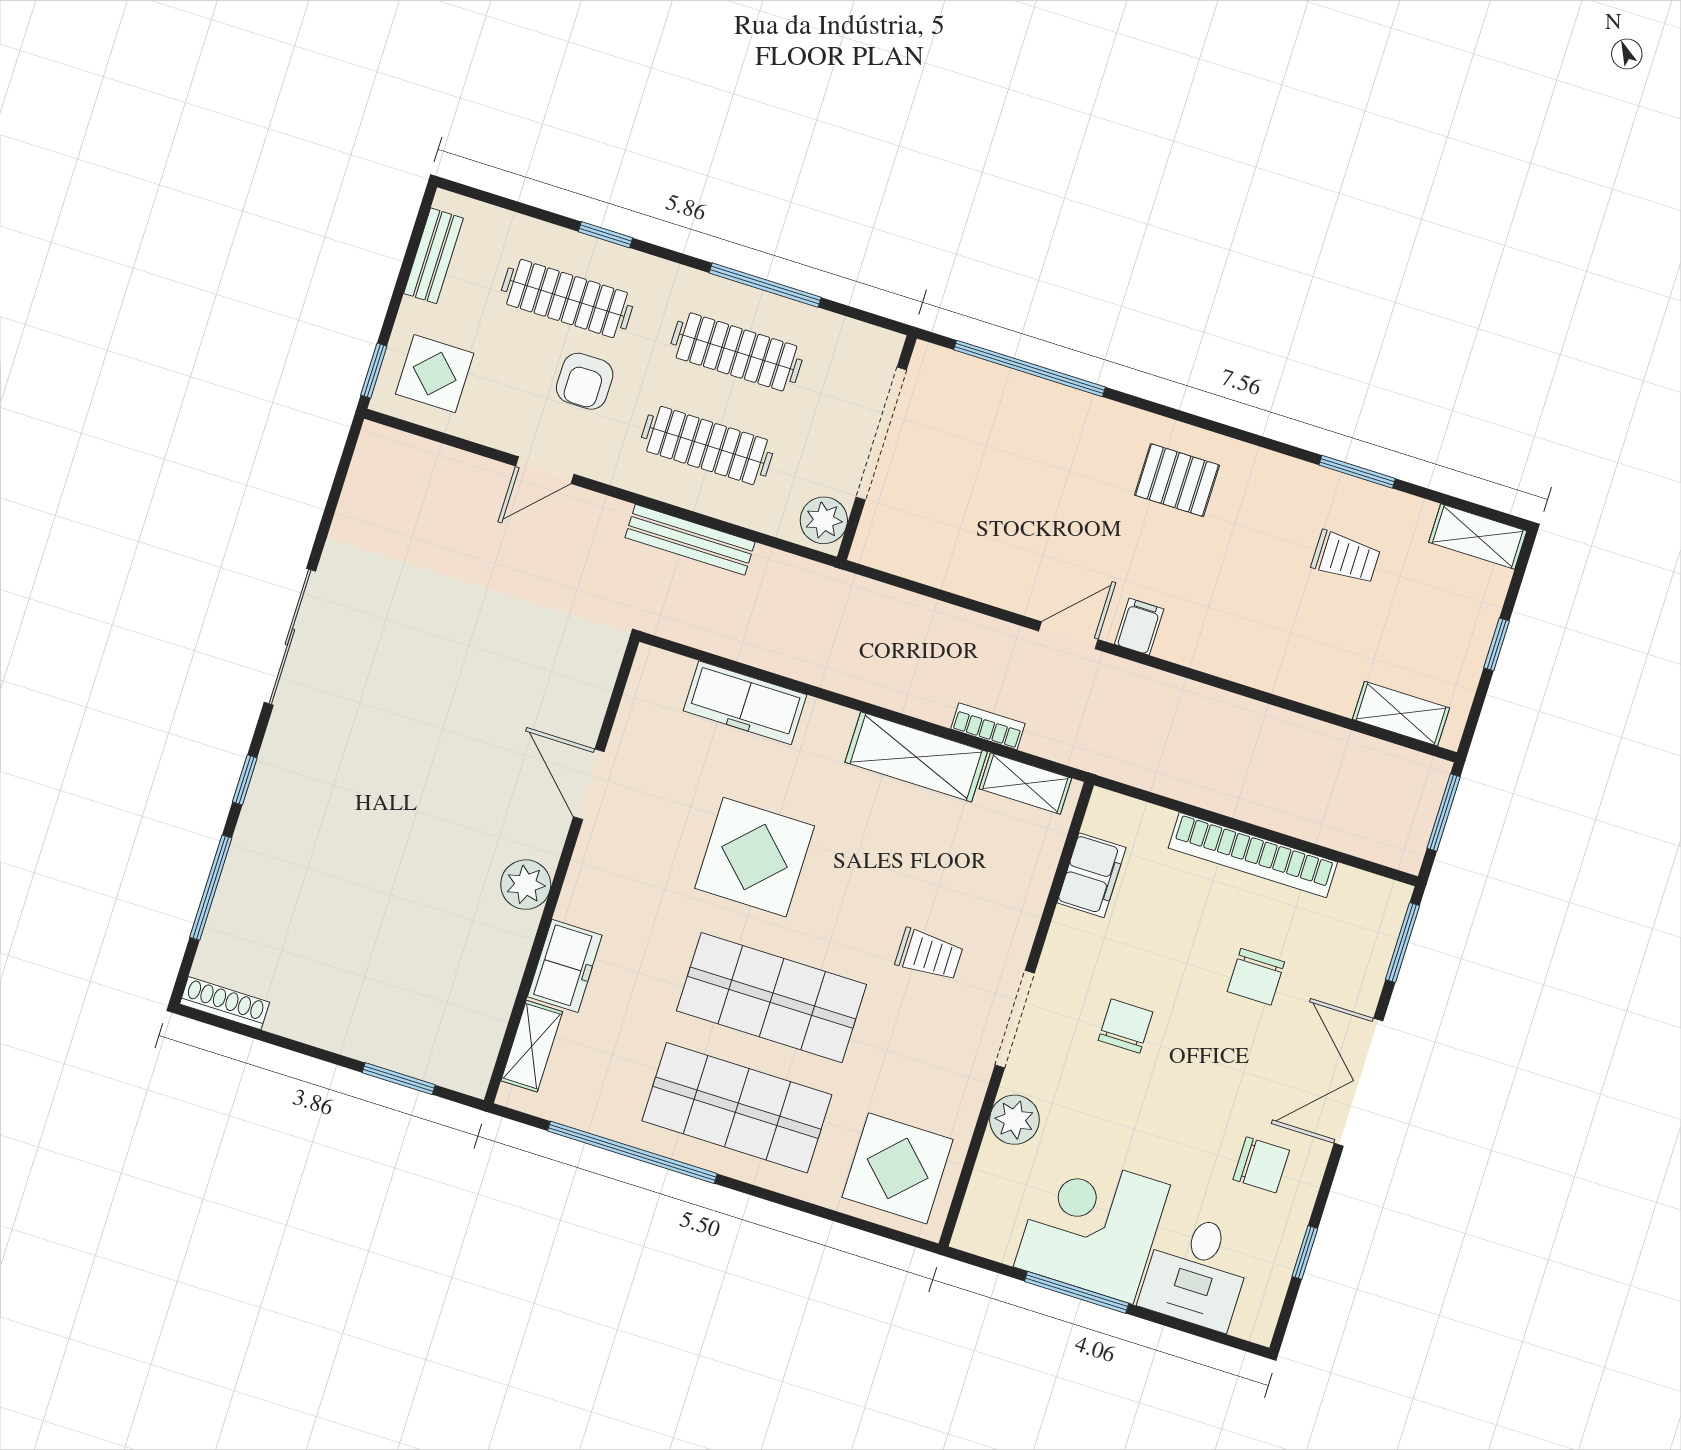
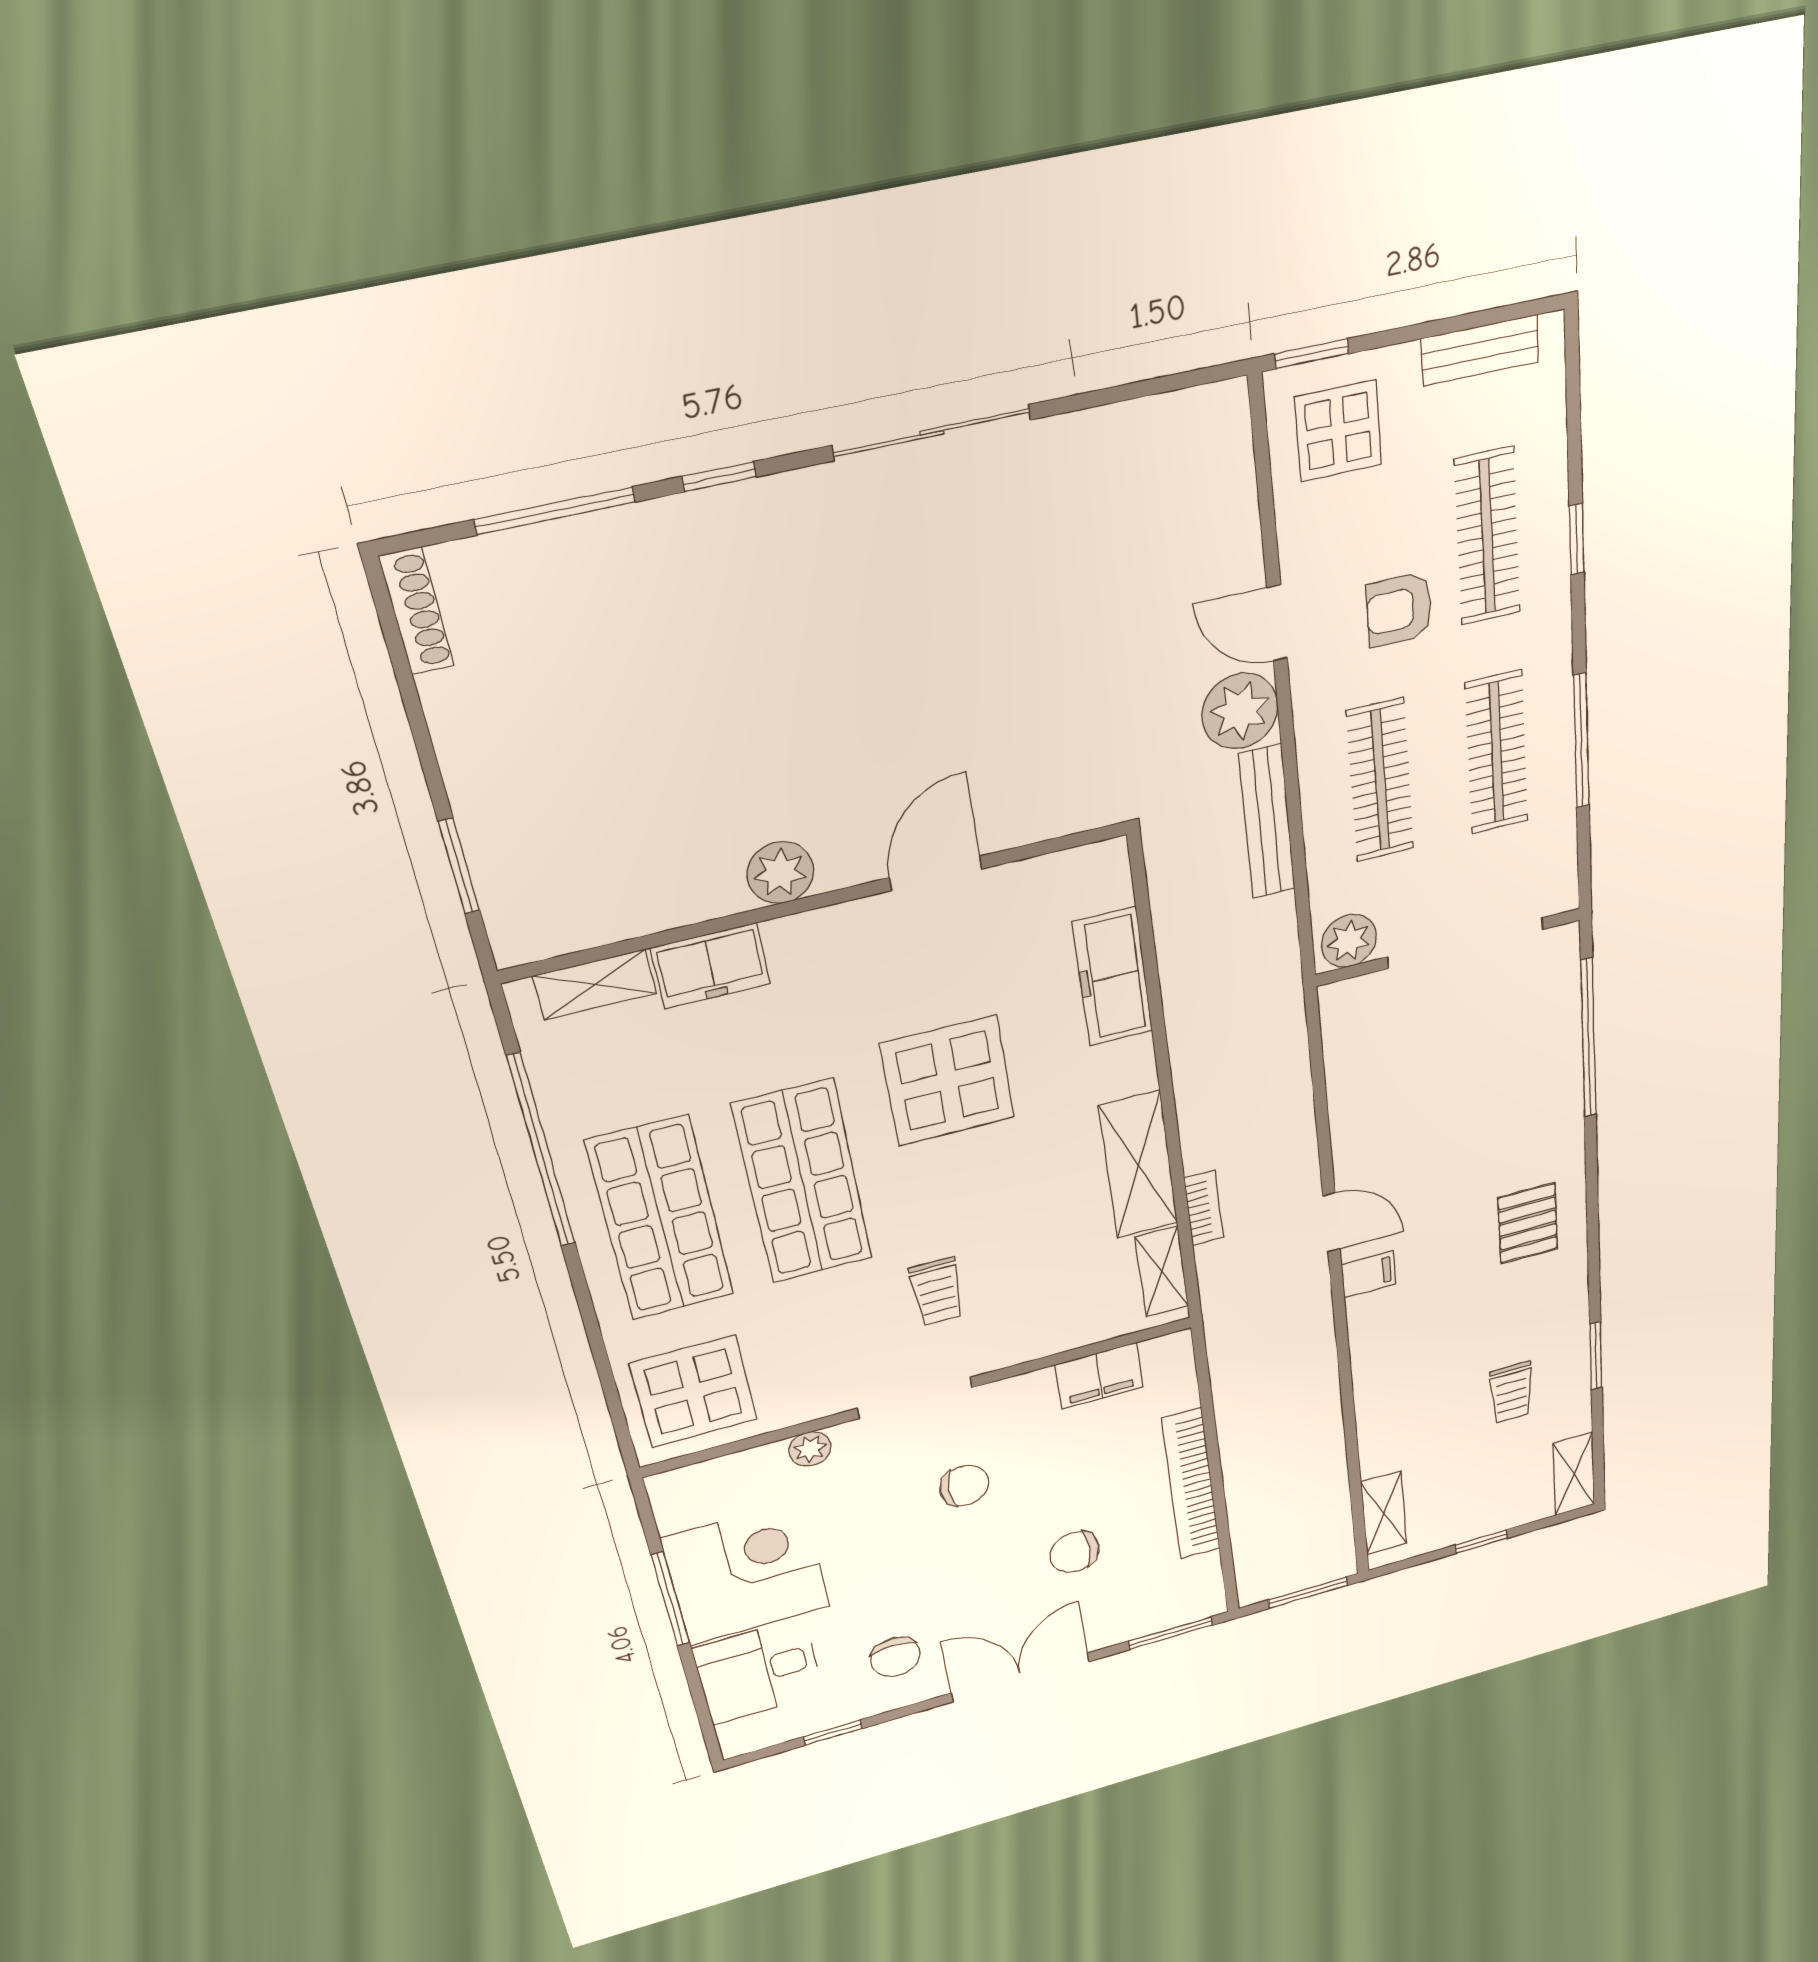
plant: (594, 523) -> (1240, 711), added
plant: (1014, 1120) -> (810, 1449), width x0.73, depth x0.73

